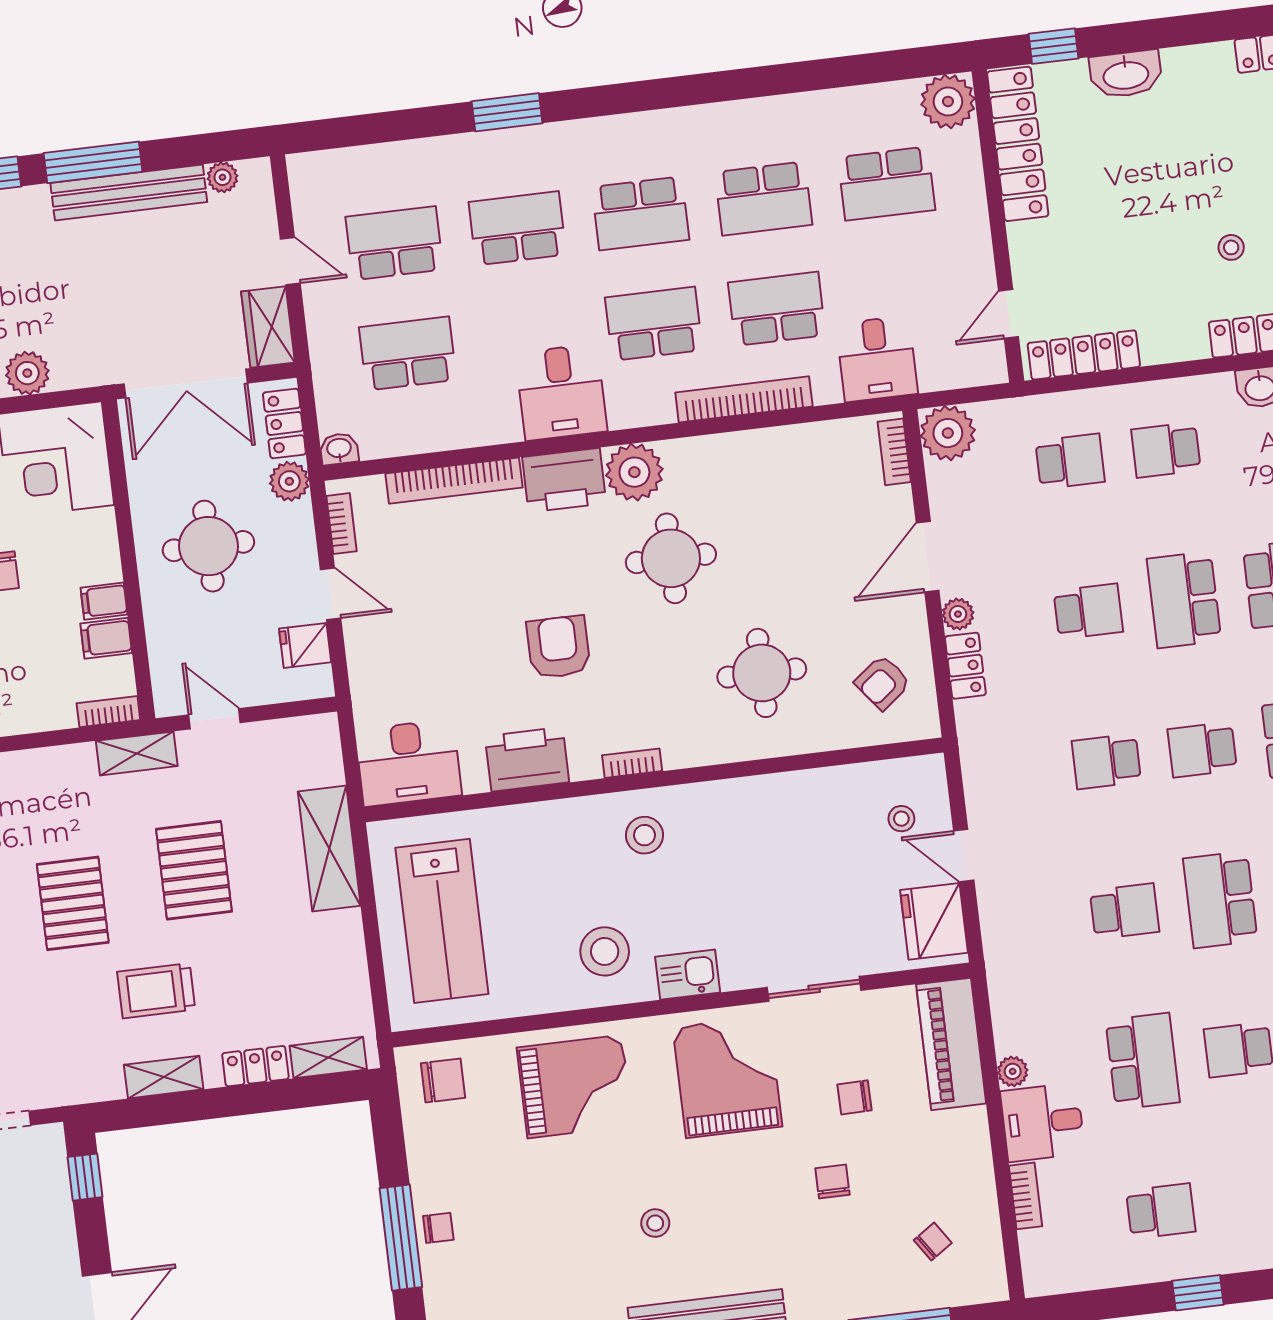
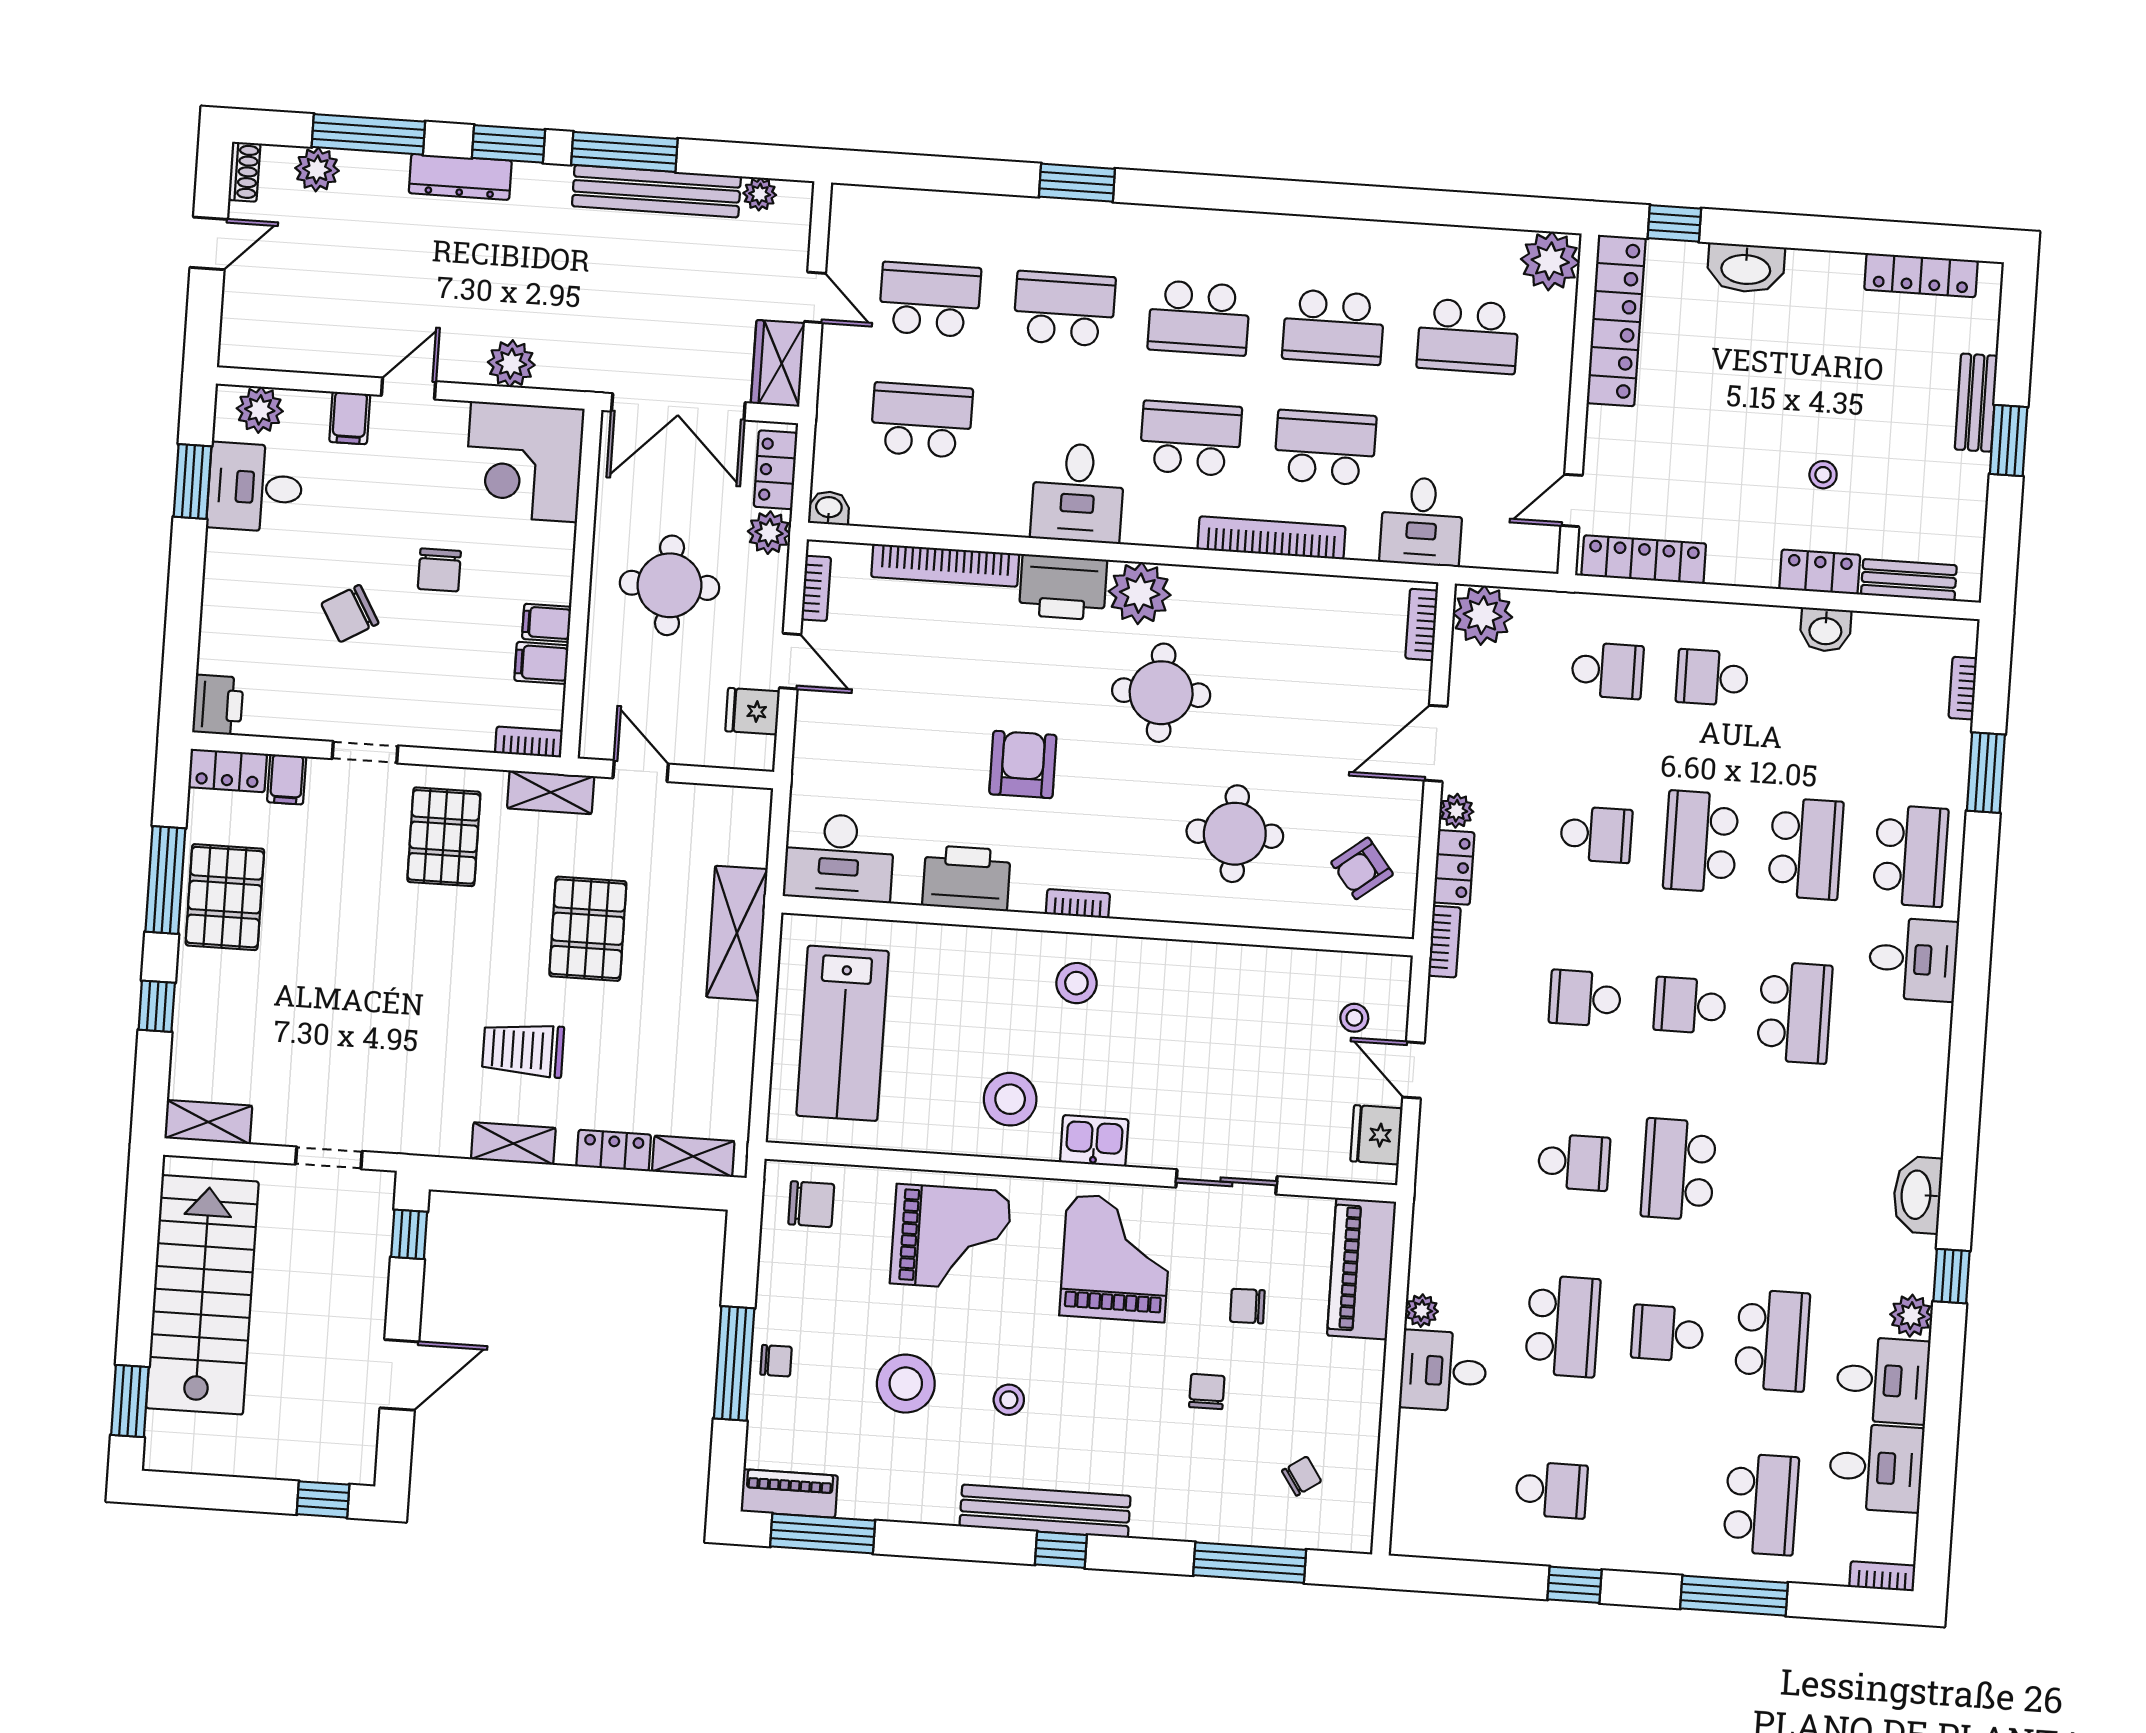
pallet: (73, 903) -> (444, 837), moved
fridge: (934, 921) -> (1376, 1135), width x0.73, depth x0.75
bookcase: (1026, 1196) -> (1444, 942), moved
stool: (559, 1226) -> (906, 1384), added

